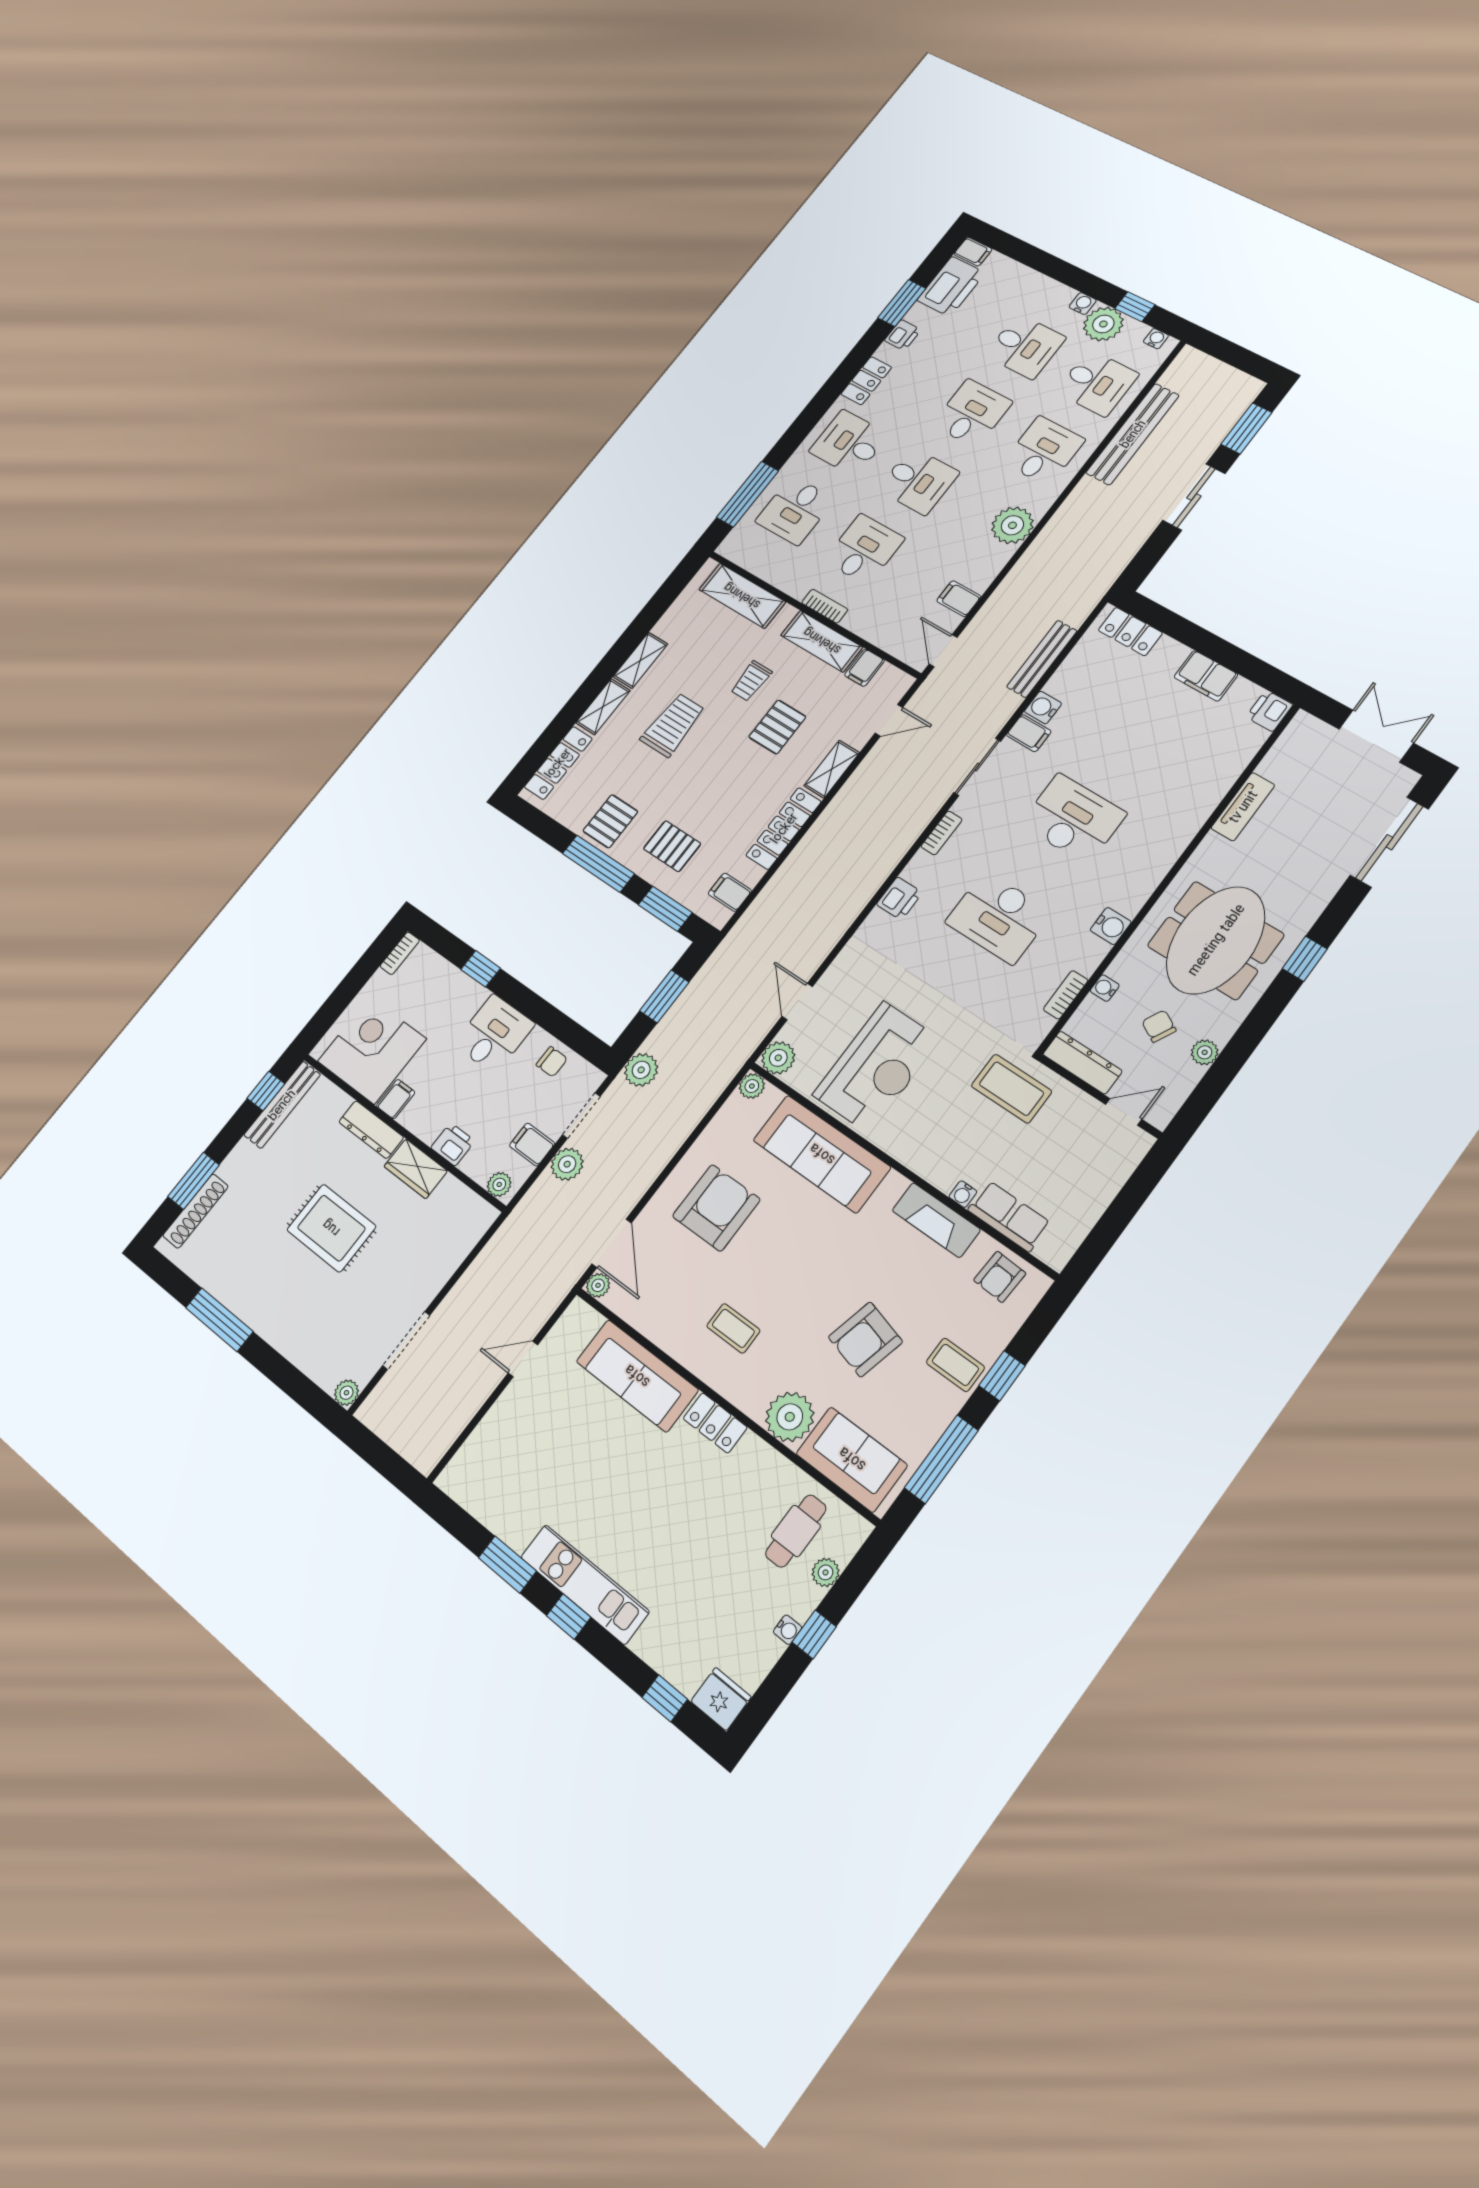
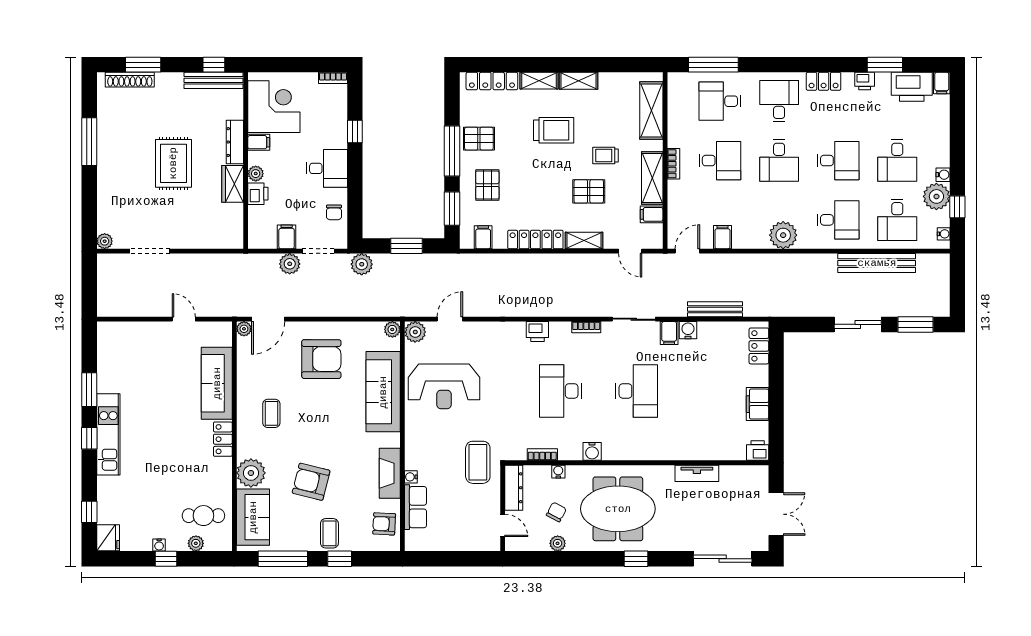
plant: (499, 1184) -> (256, 174), moved

